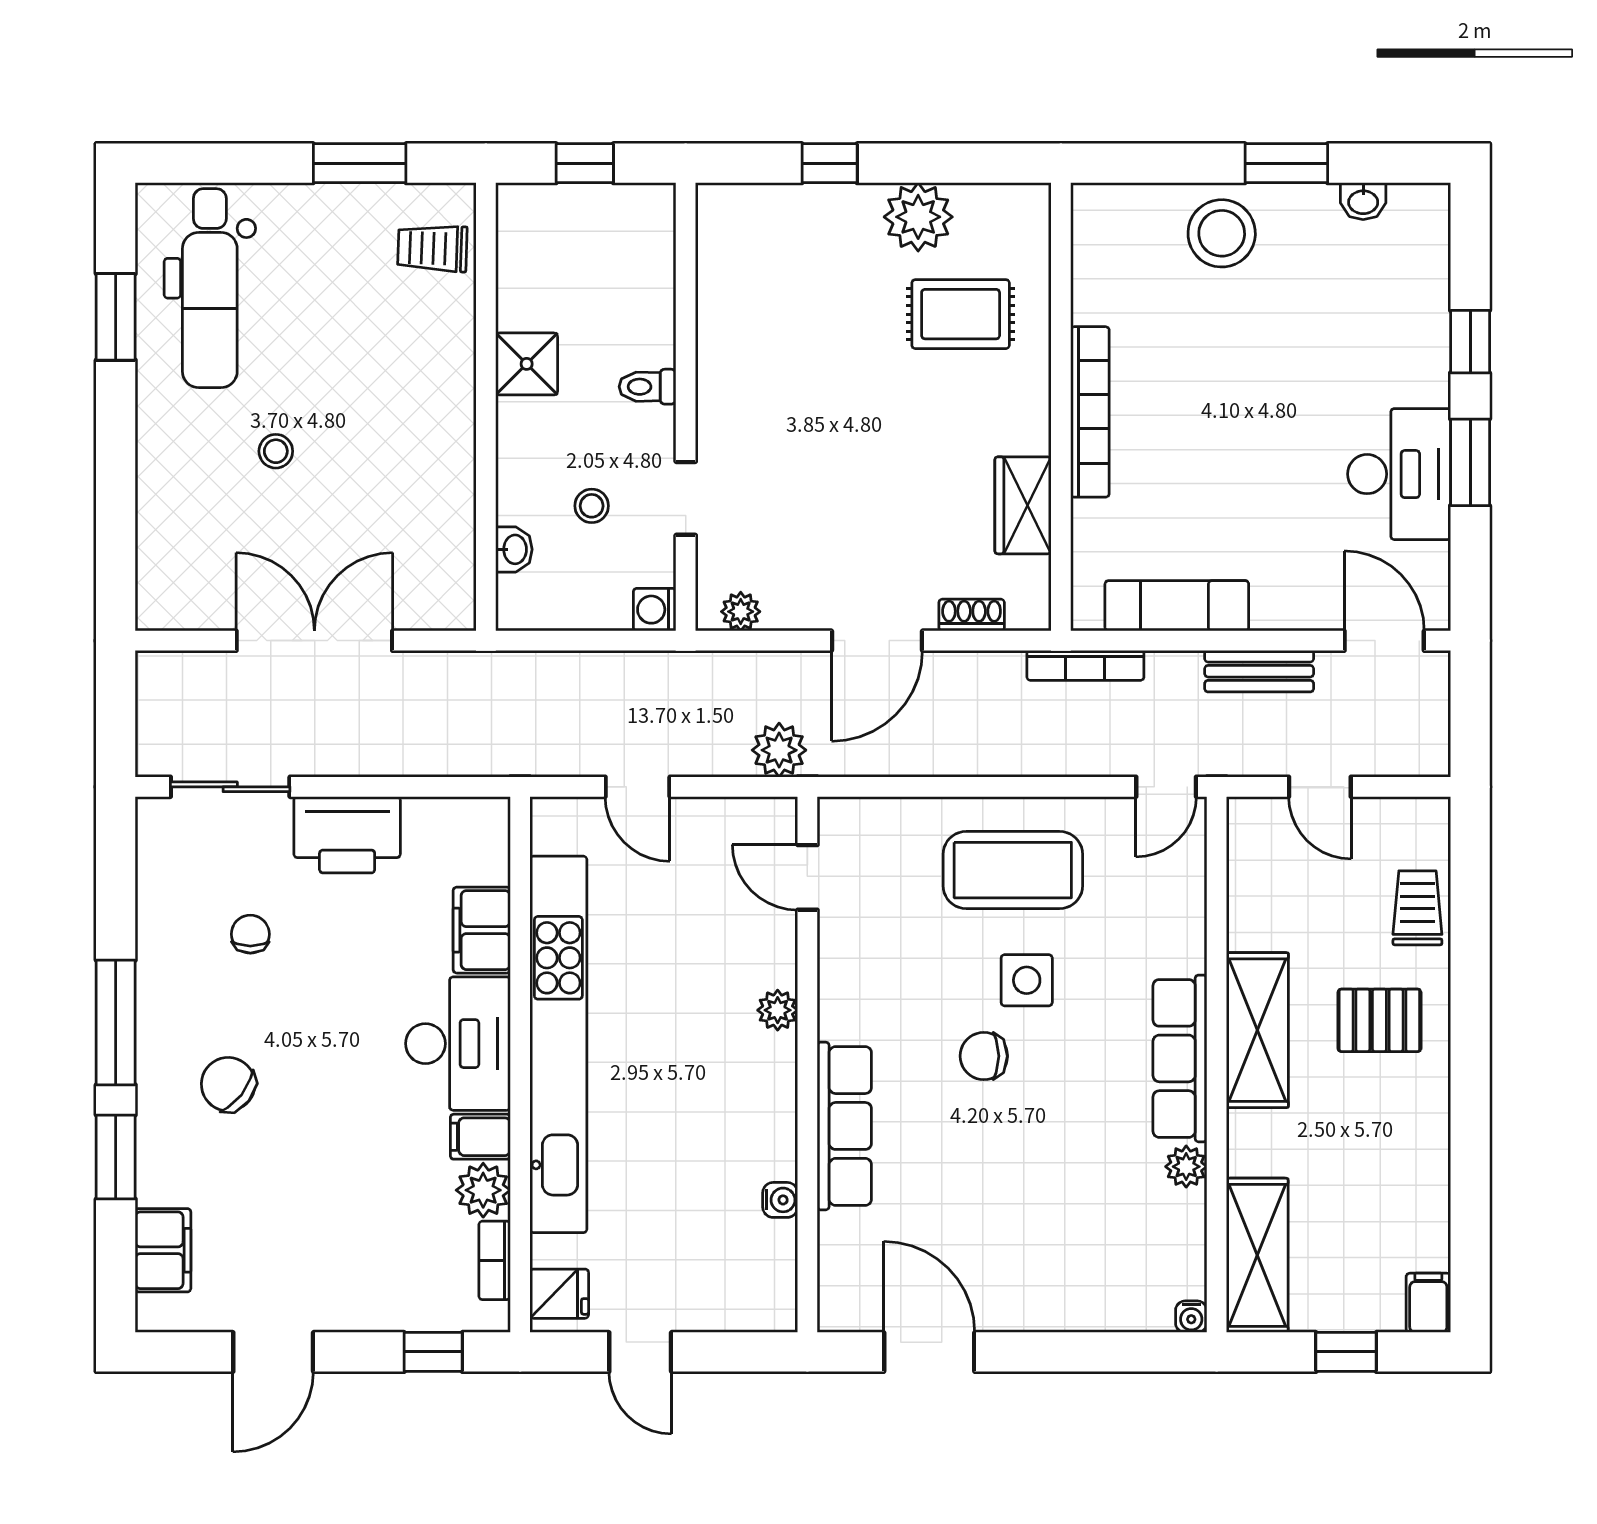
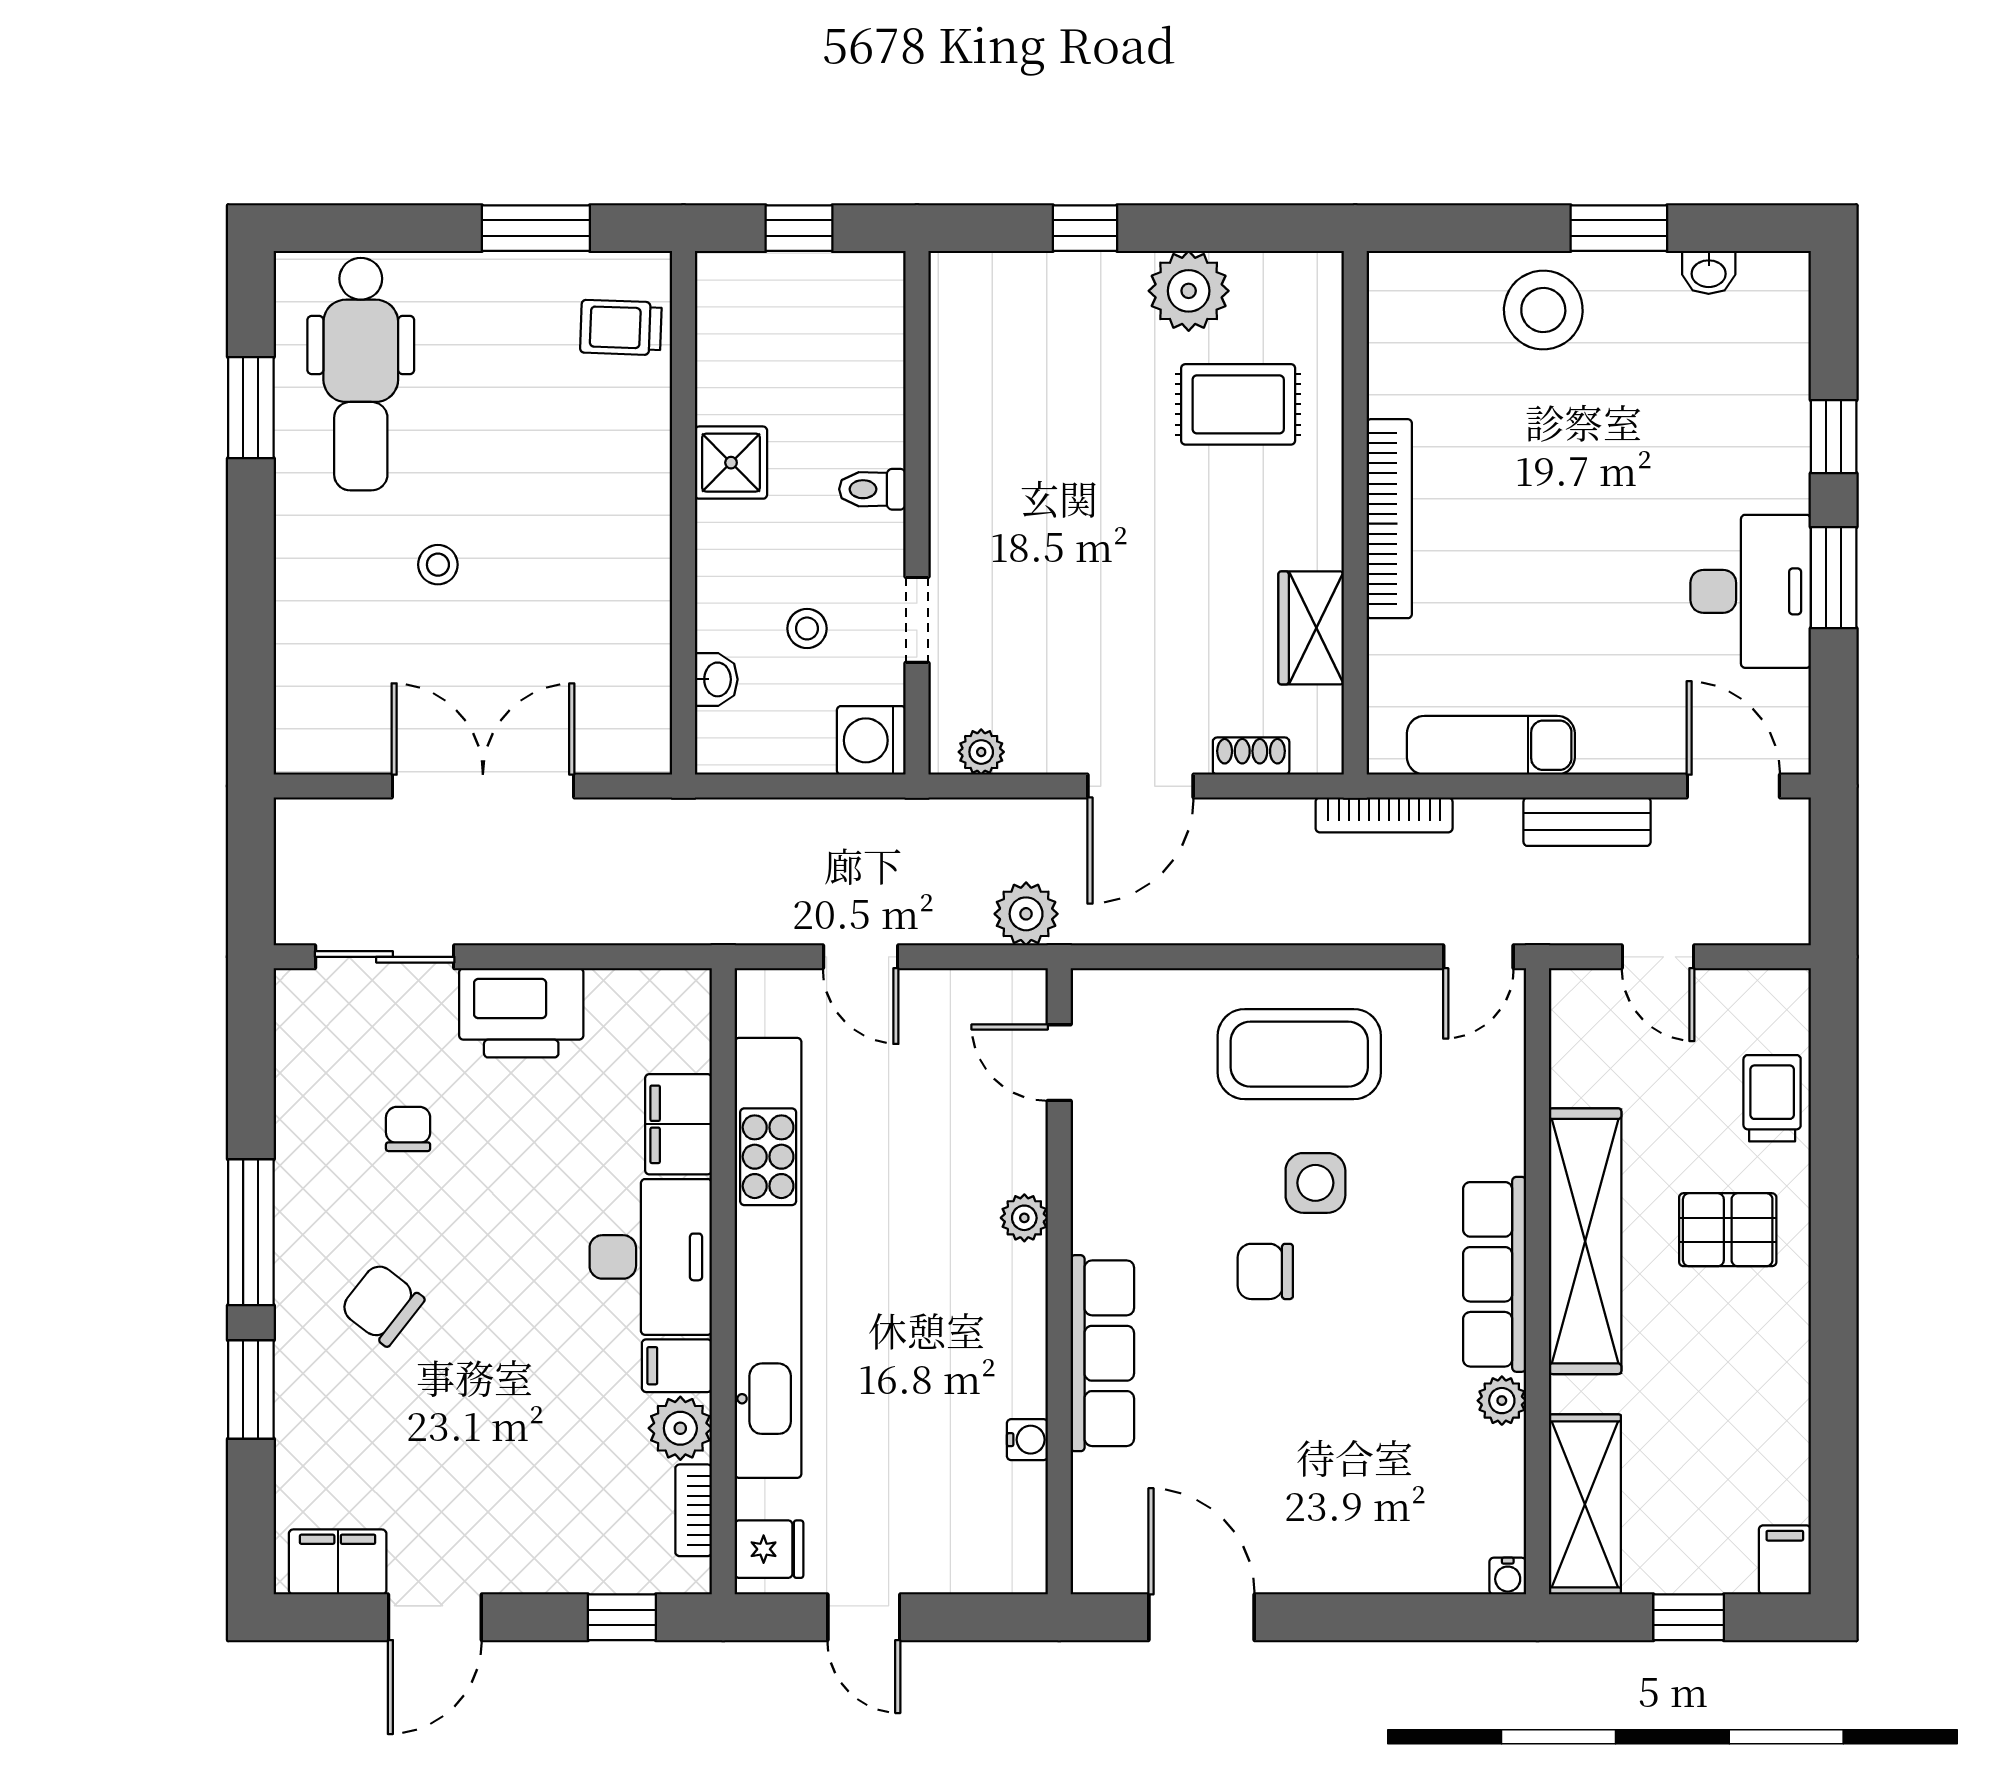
washing machine: (655, 610) -> (871, 740), width x1.38, depth x1.38
shelving: (1257, 1030) -> (1585, 1241), width x1.47
filing cabinet: (163, 1250) -> (338, 1562), moved, turned -90

